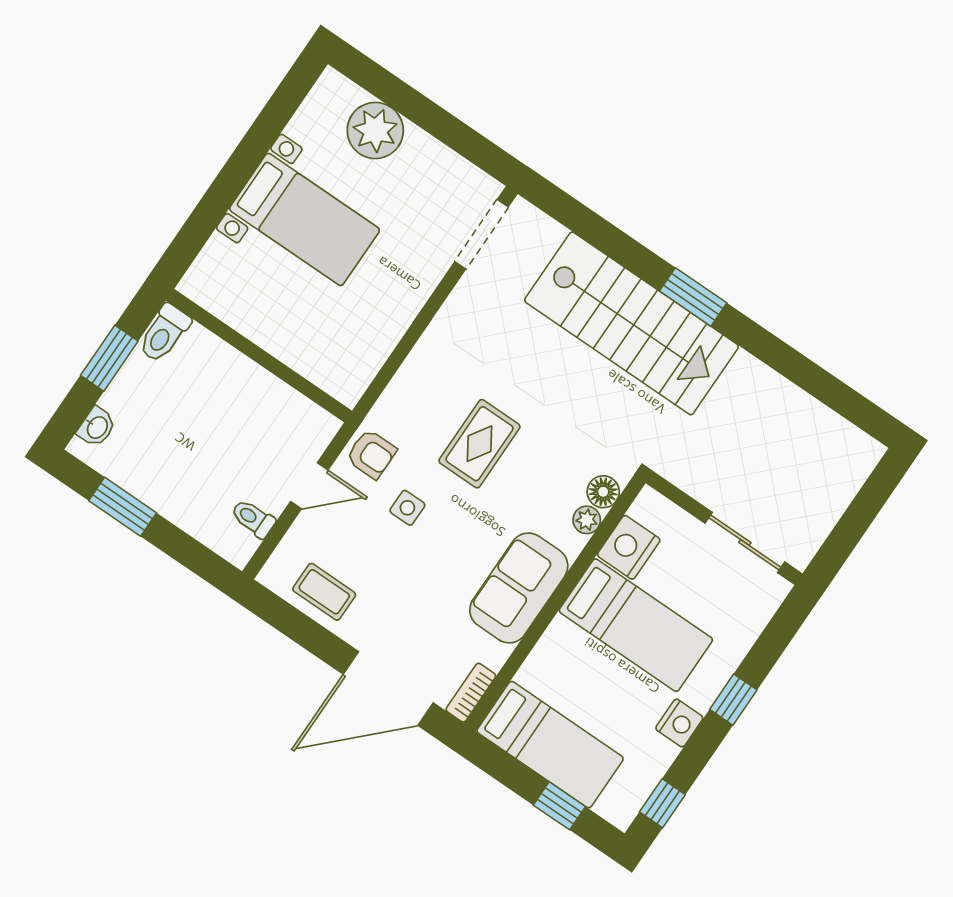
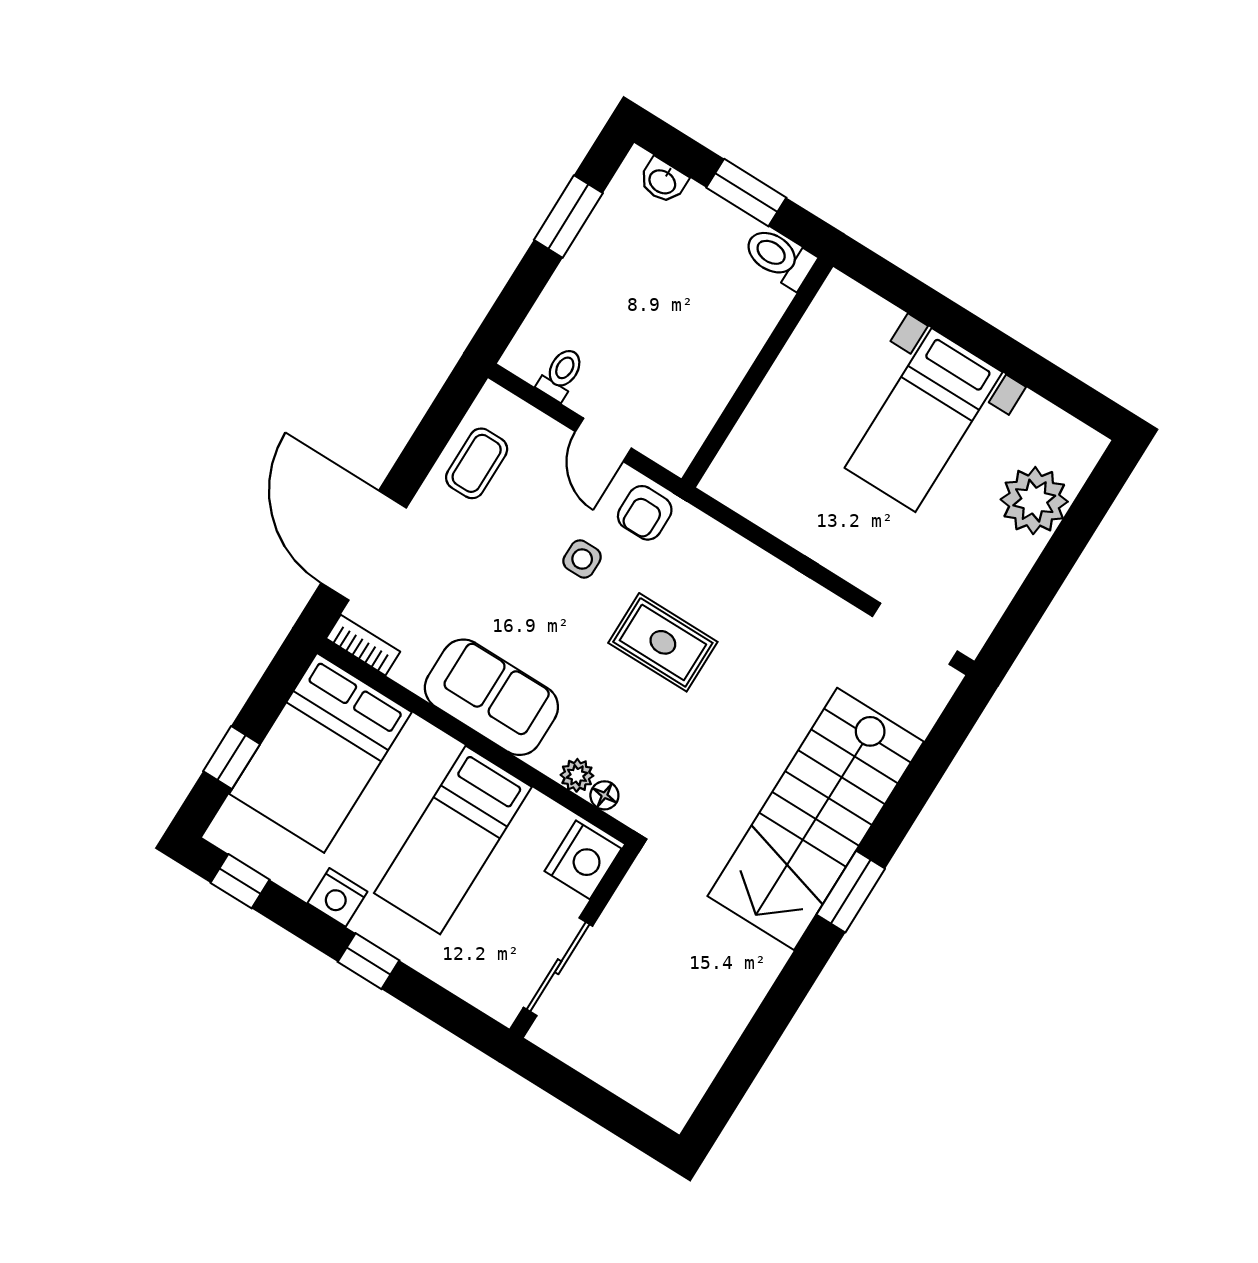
floor lamp: (603, 492) -> (604, 795), width x0.73, depth x0.73
nightstand: (629, 547) -> (583, 860), moved, turned 90
bed: (550, 745) -> (320, 753), width x1.50

